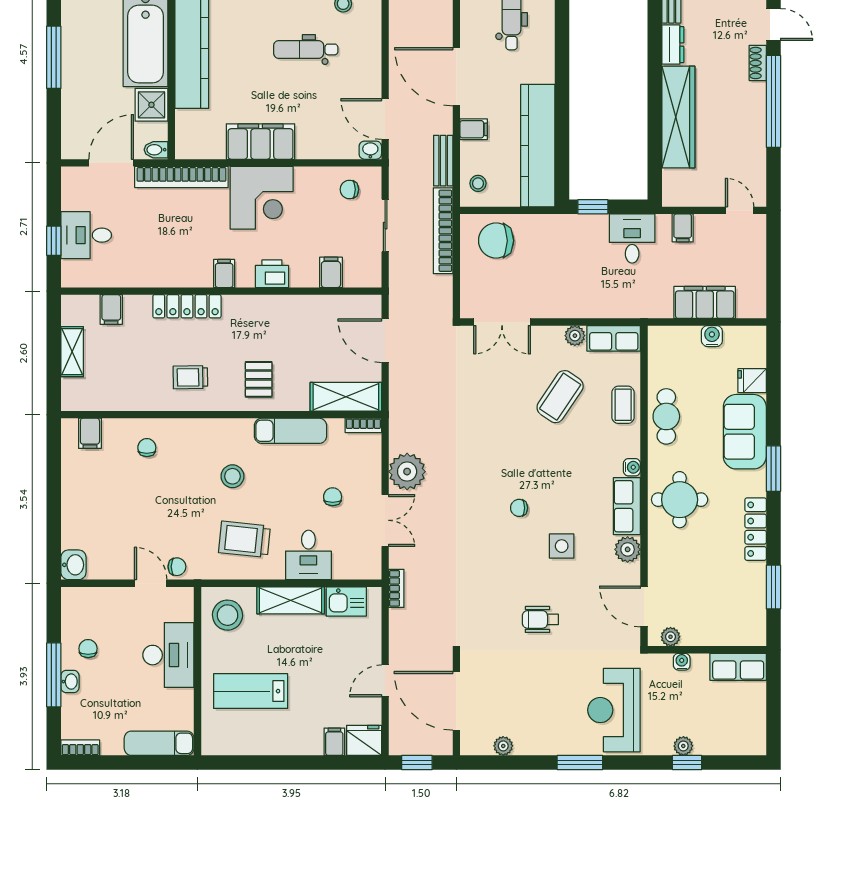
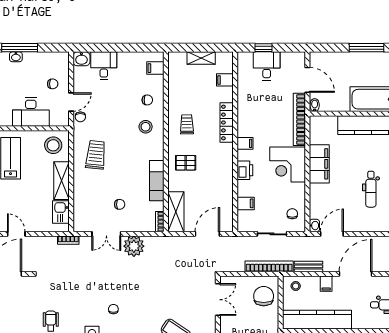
dental chair: (306, 49) -> (371, 189), turned 180
shower: (151, 105) -> (340, 103), removed
double door: (502, 322) -> (218, 300), swing flipped
stool: (232, 476) -> (146, 127), moved
desk: (308, 555) -> (104, 66), moved, turned 90
chair: (88, 649) -> (53, 84), moved

